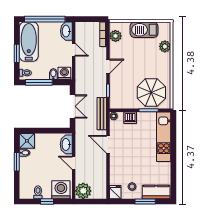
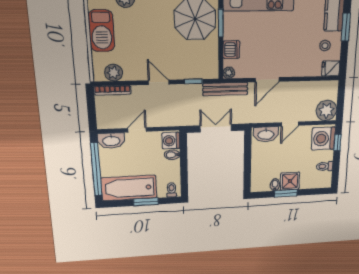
window: (39, 82) -> (184, 172), removed
shower: (27, 141) -> (290, 181), moved
window: (47, 201) -> (338, 142), moved

